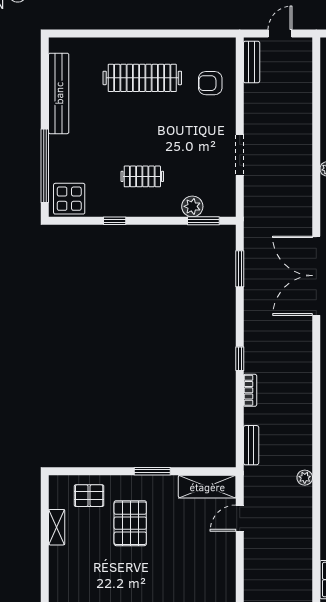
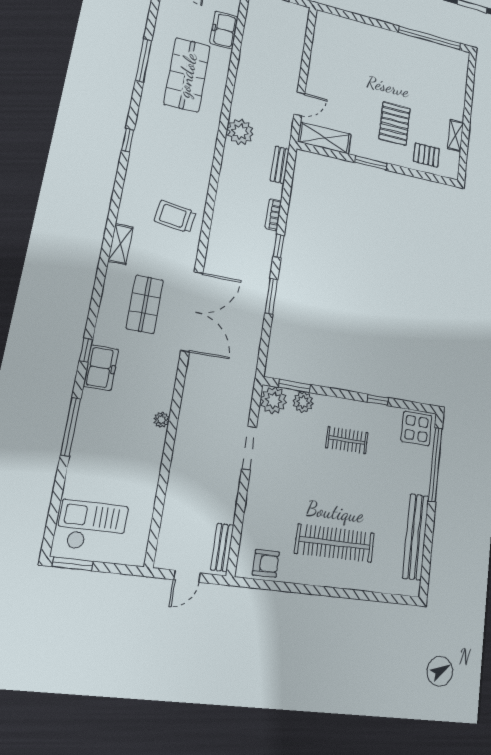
armchair: (210, 83) -> (266, 563), moved
plant: (222, 204) -> (274, 400), added
window: (240, 269) -> (271, 296), moved
plant: (305, 478) -> (240, 132), width x1.88, depth x1.88

